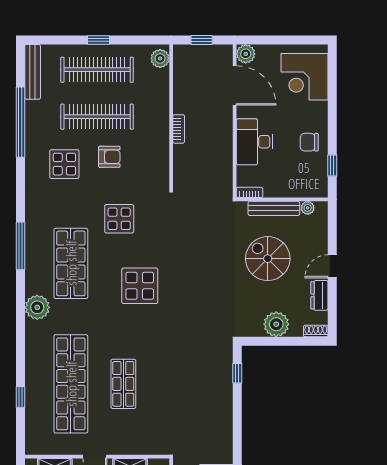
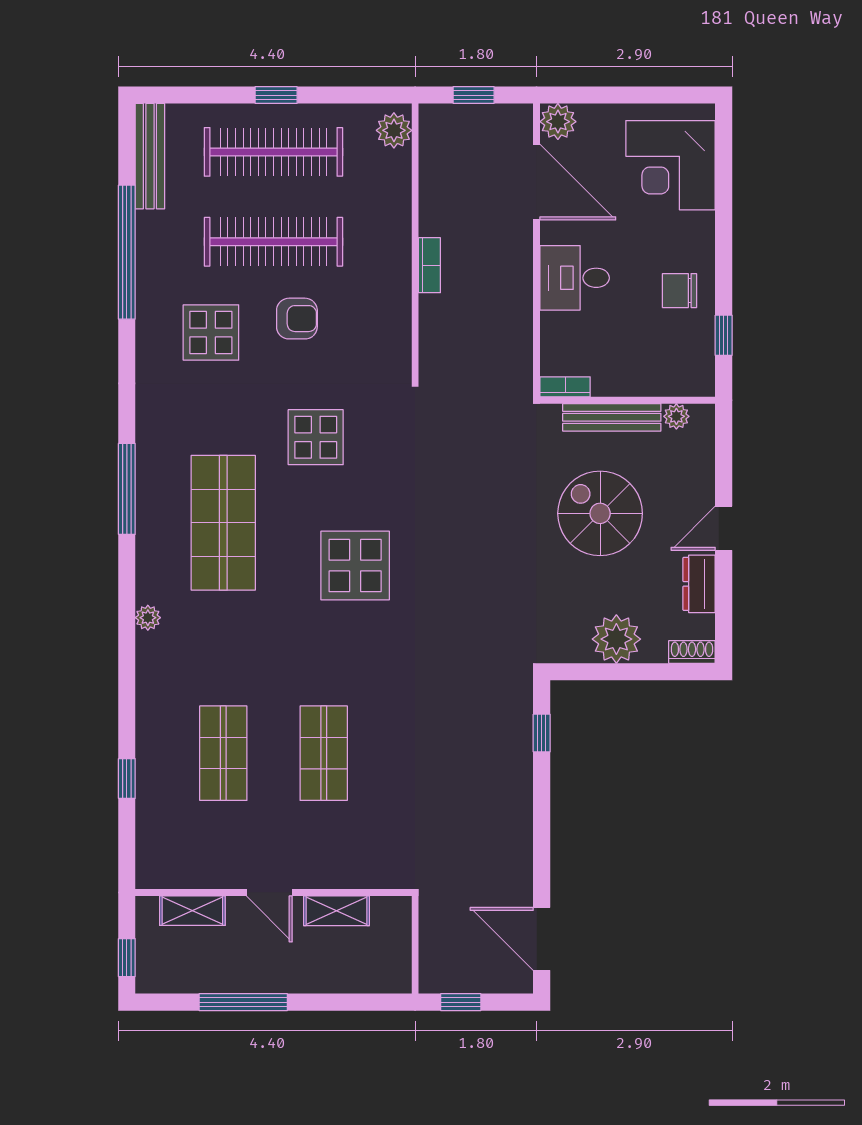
desk: (254, 142) -> (575, 278), width x0.73
plant: (37, 307) -> (148, 618), width x0.53, depth x0.53
shop shelf: (71, 384) -> (223, 753), width x0.50, depth x0.74

